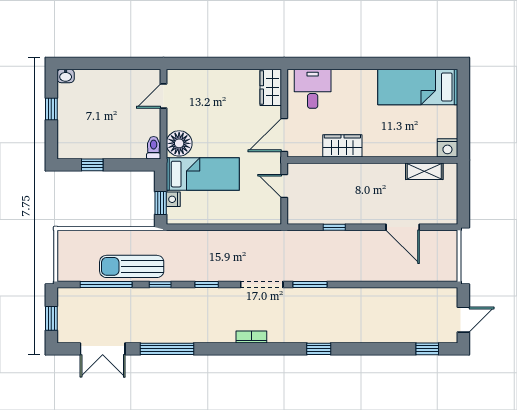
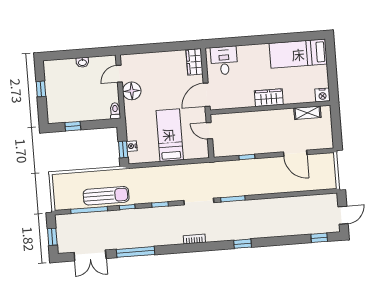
washbasin: (66, 76) -> (82, 62), moved
floor lamp: (179, 143) -> (132, 91), moved
wardrobe: (342, 146) -> (269, 98), moved
bed: (203, 174) -> (170, 135), moved, turned -90
sun lounger: (132, 266) -> (106, 196), turned 180

